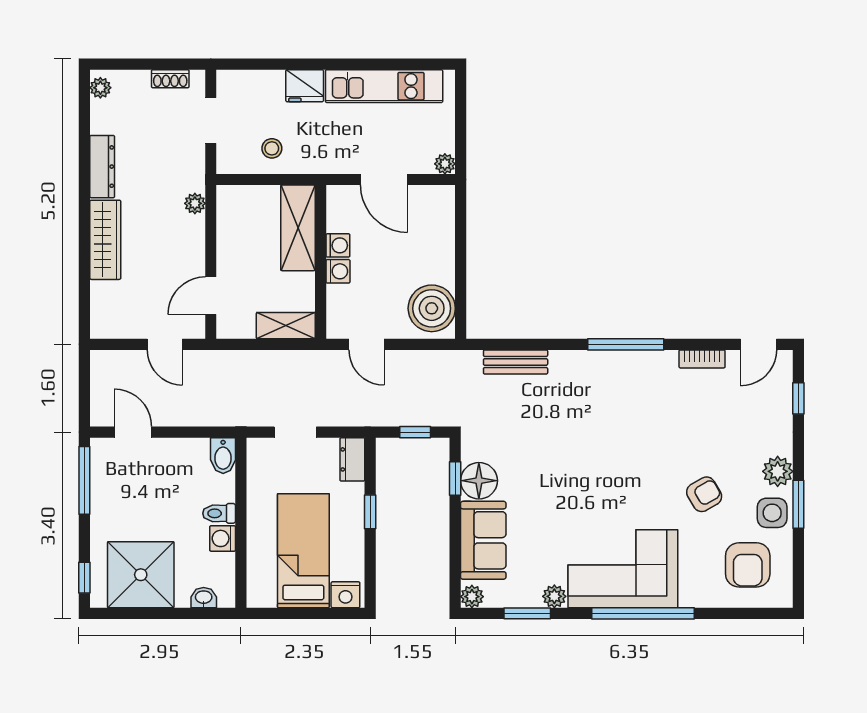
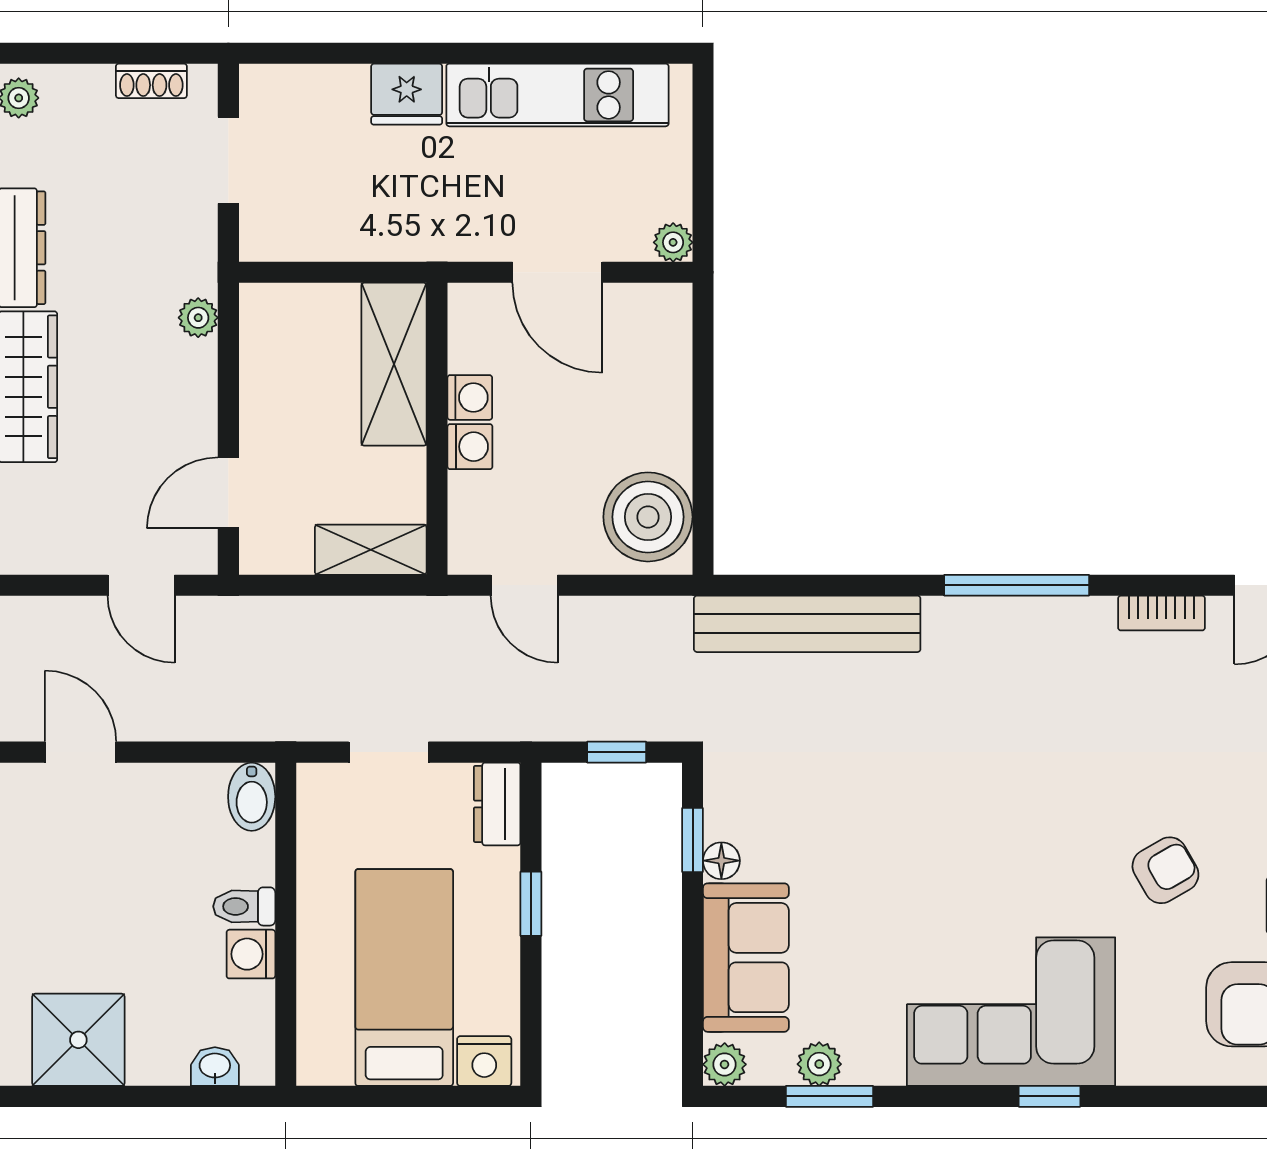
stool: (272, 148) -> (344, 213), removed
bench: (516, 362) -> (807, 624), width x1.86, depth x1.21
floor lamp: (479, 481) -> (721, 861), width x0.53, depth x0.53
shower: (141, 575) -> (78, 1040), width x0.73, depth x0.73
plant: (554, 596) -> (819, 1064), moved
window: (643, 613) -> (1049, 1096), width x0.32

